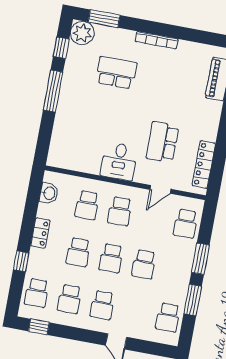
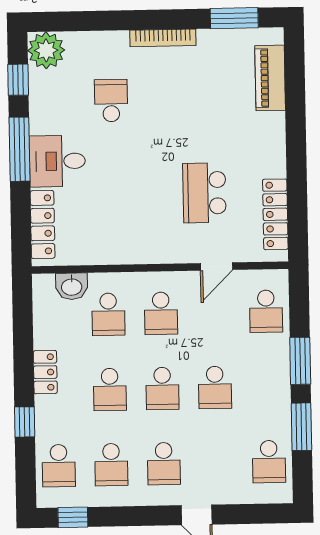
window: (104, 19) -> (234, 18), moved
school desk: (116, 73) -> (111, 101), width x0.54
locker: (58, 141) -> (43, 224), added
desk: (119, 161) -> (57, 161), moved, turned 90
washbasin: (49, 193) -> (72, 286), moved, turned 90

